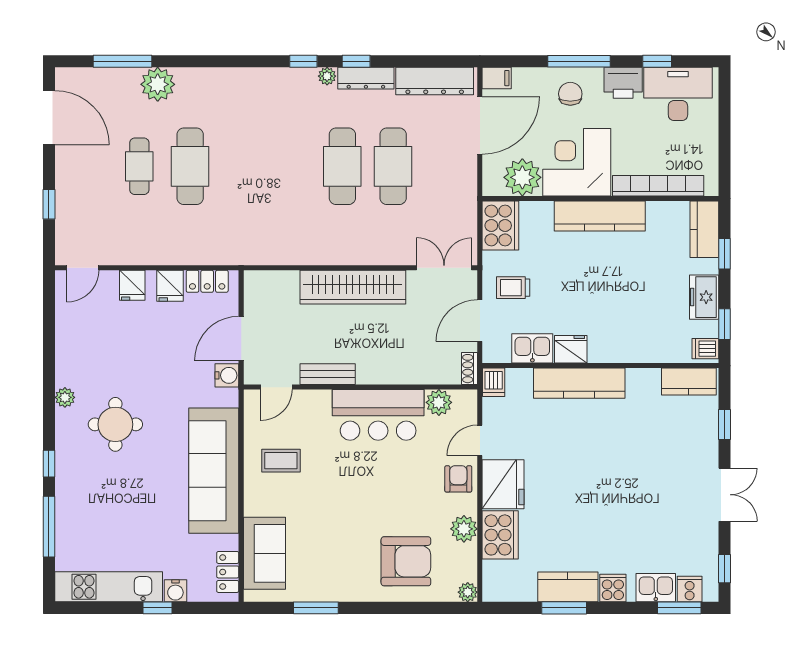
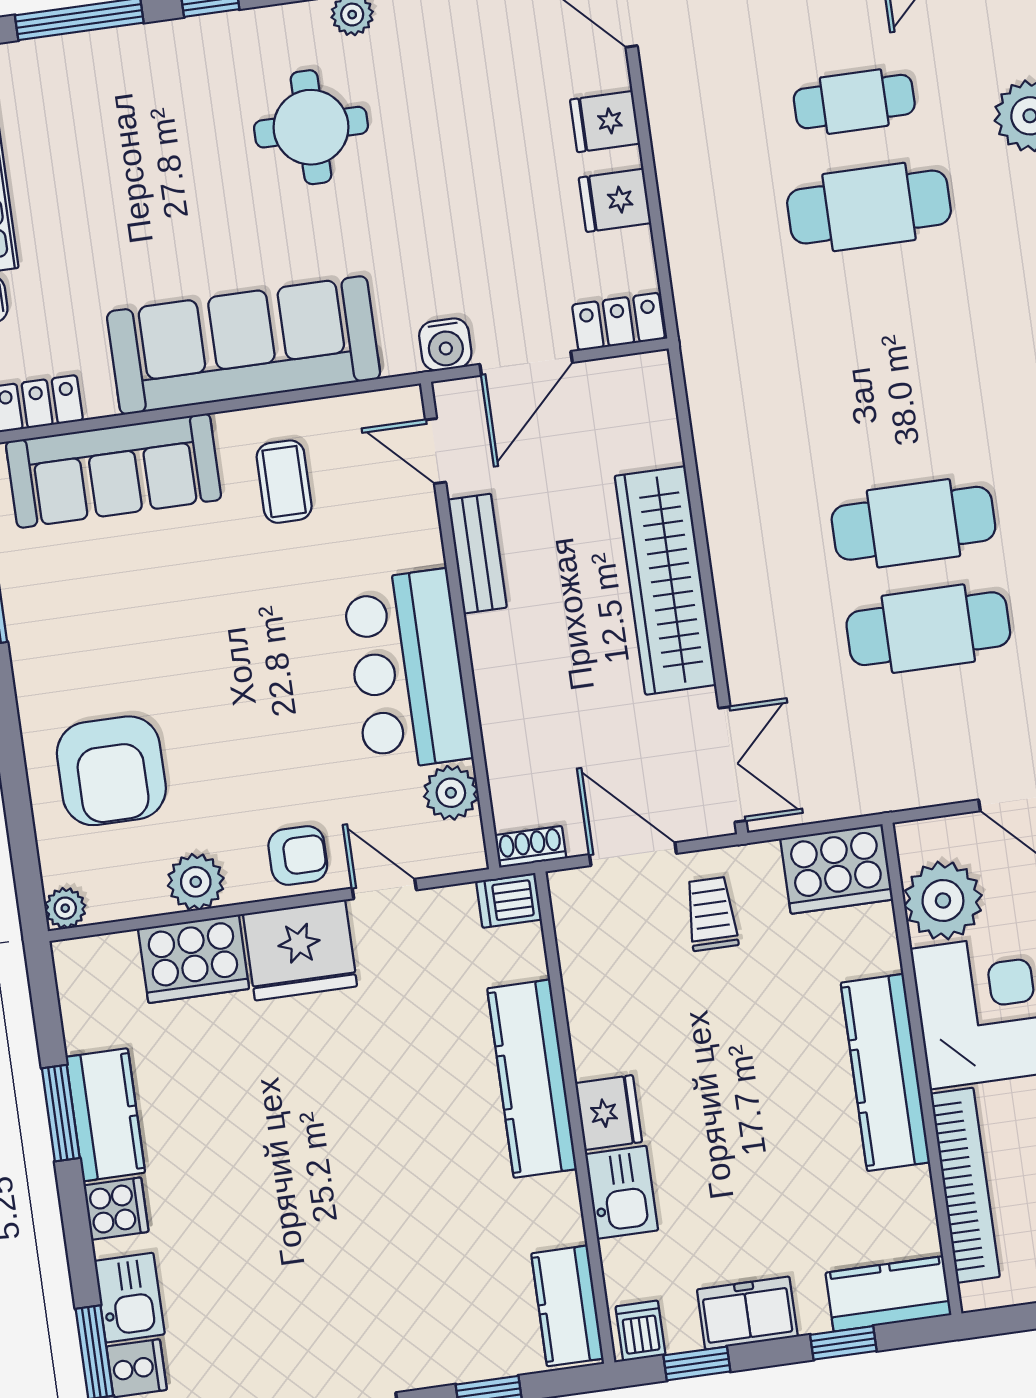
locker: (207, 281) -> (618, 322), moved, turned 90
door: (241, 338) -> (526, 363), swing flipped
kitchen sink: (532, 348) -> (622, 1192), moved
fridge: (571, 349) -> (609, 1113), moved
sofa: (264, 553) -> (114, 471), width x1.36

